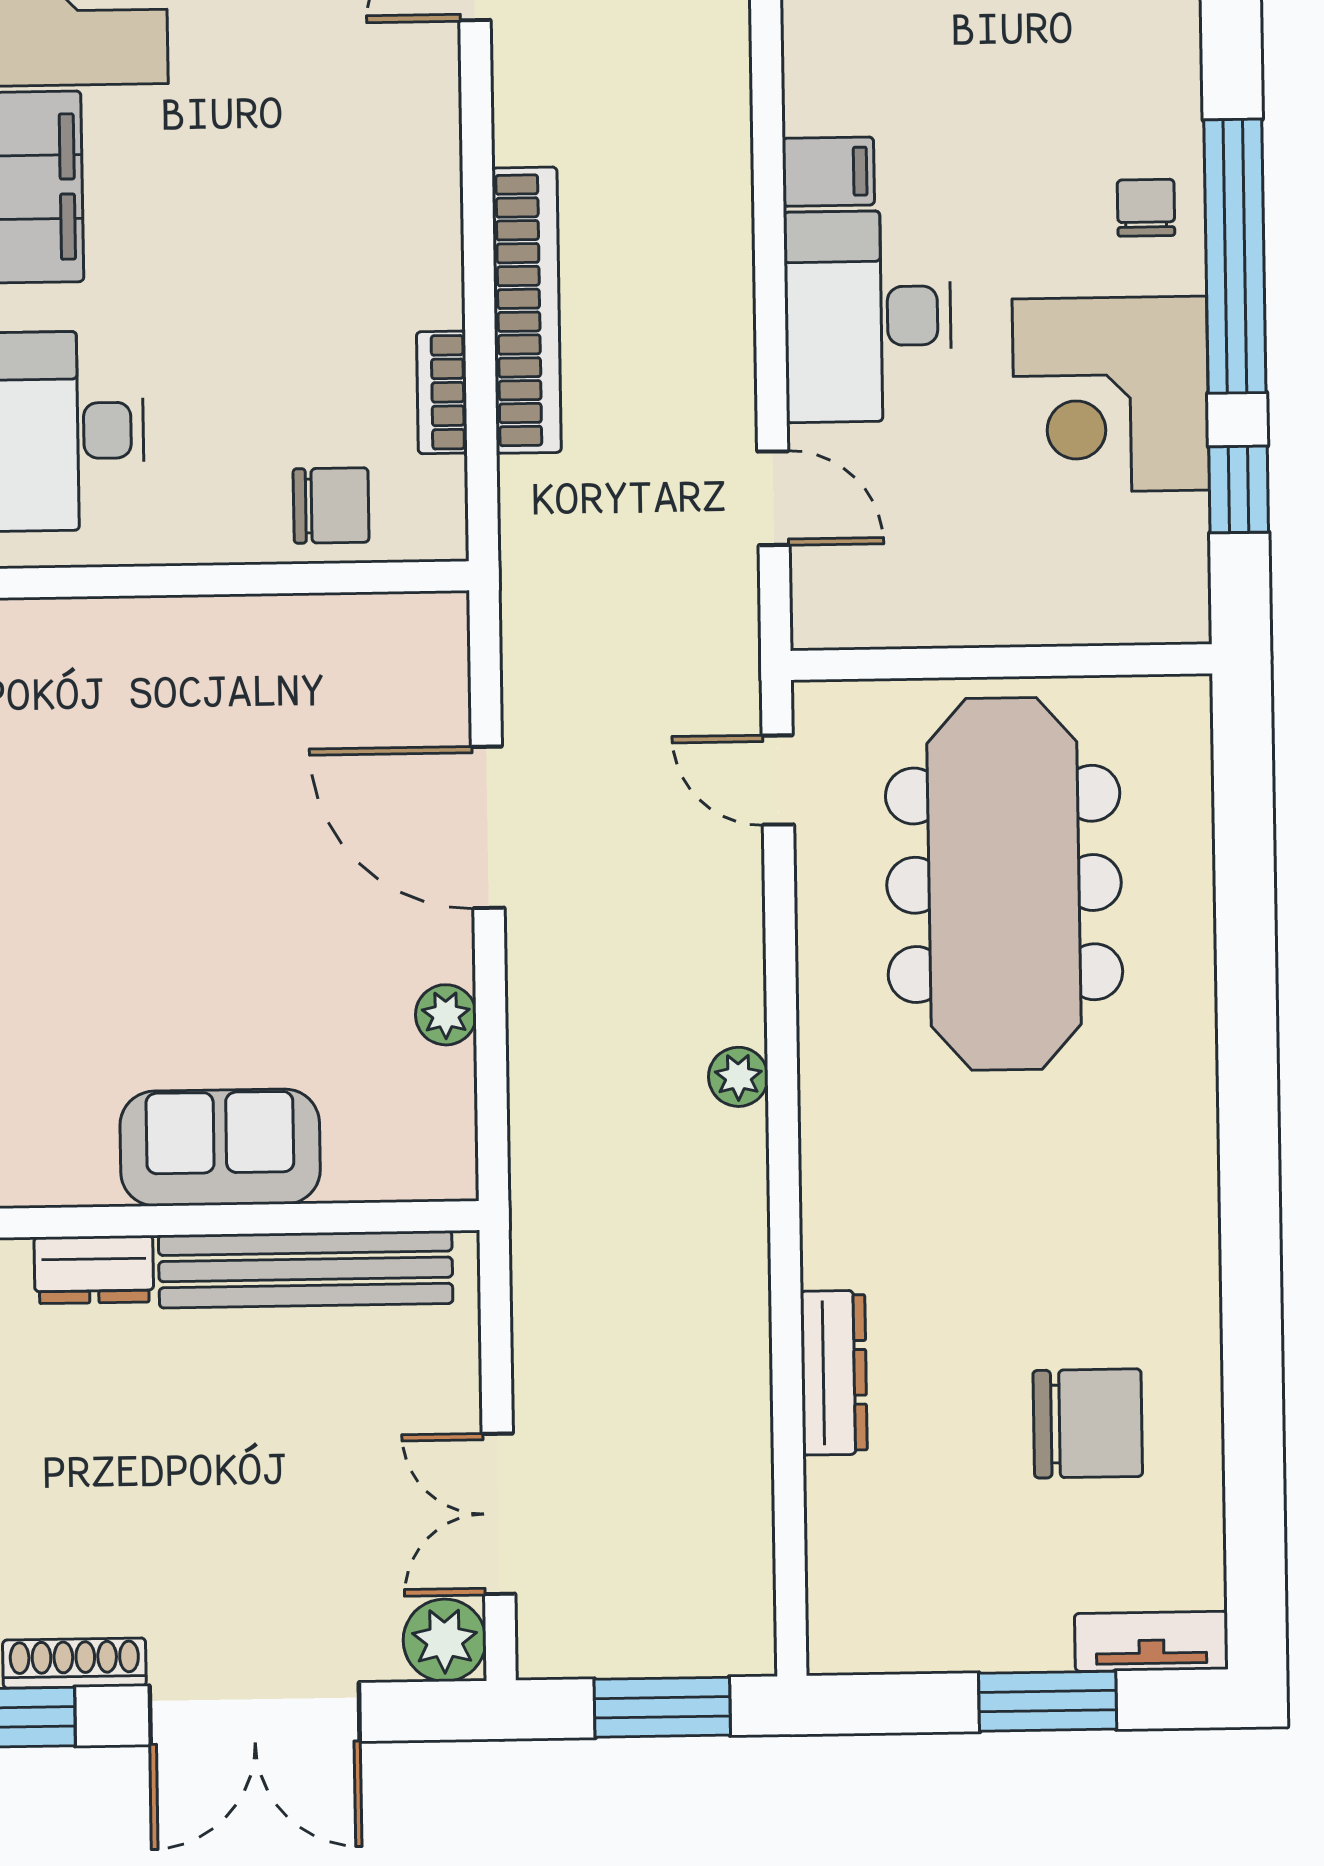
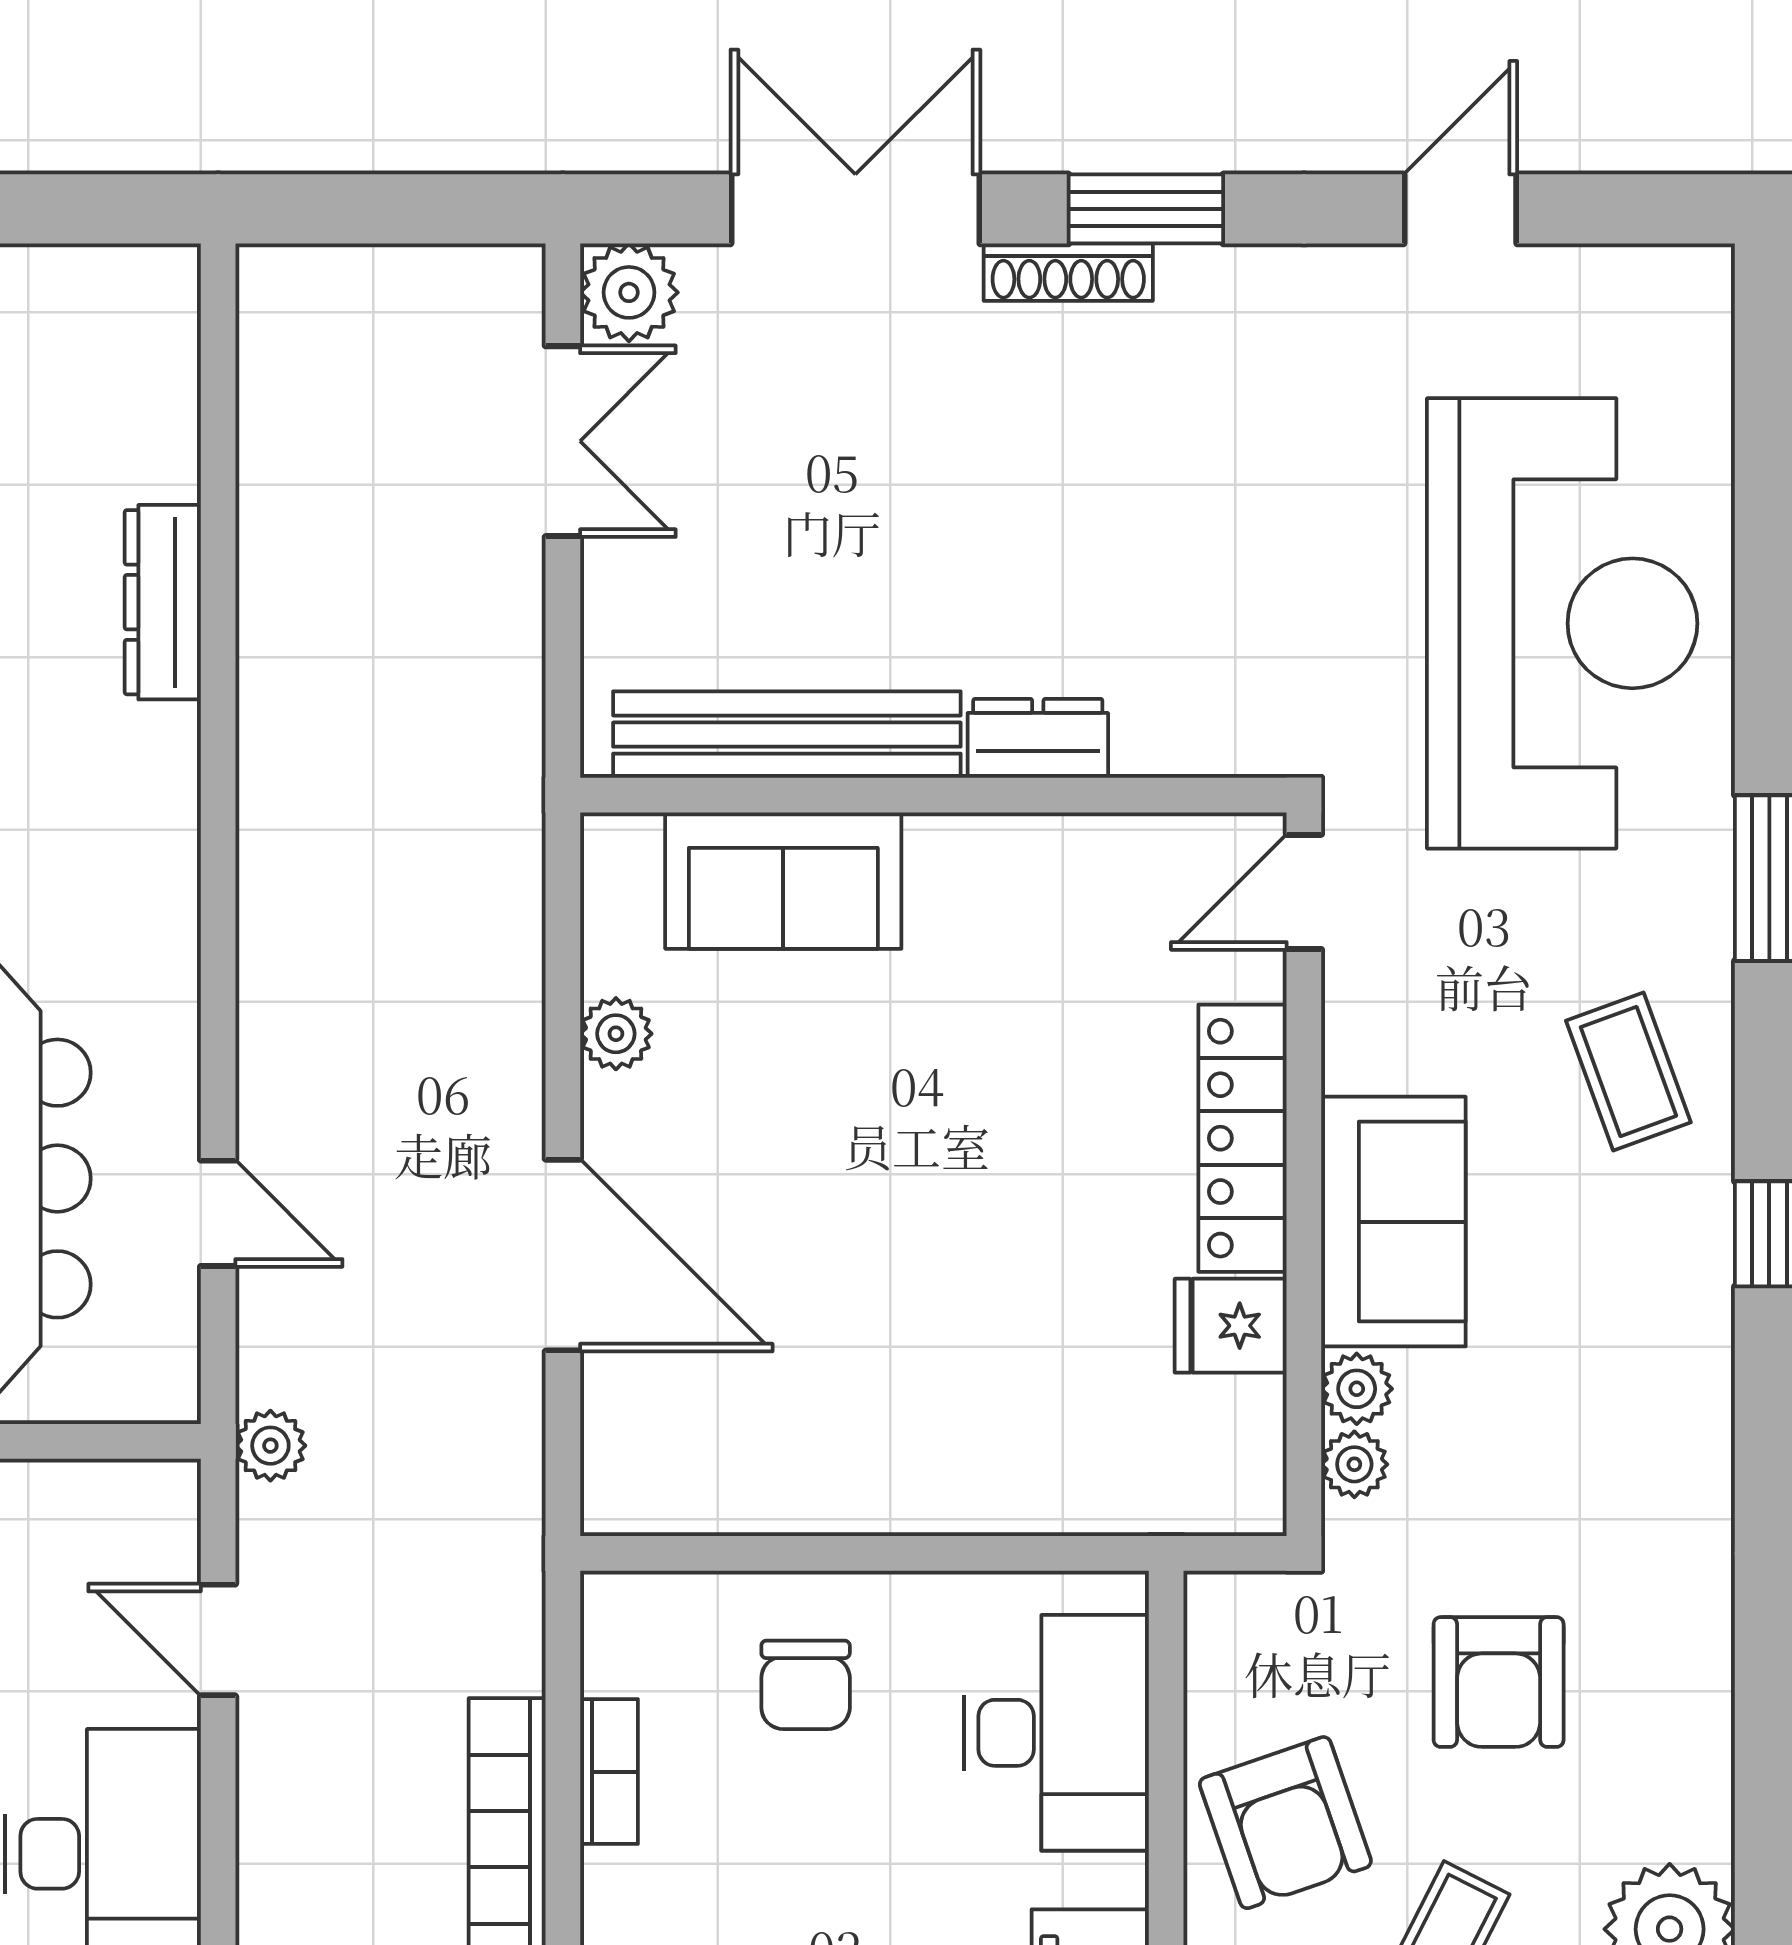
chair: (331, 505) -> (806, 1685), moved, turned -90
door: (778, 780) -> (218, 1213), moved
plant: (738, 1077) -> (270, 1446), moved
sofa: (220, 1148) -> (783, 881), moved
window: (662, 1707) -> (372, 209), removed

